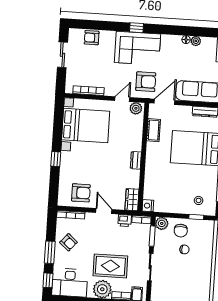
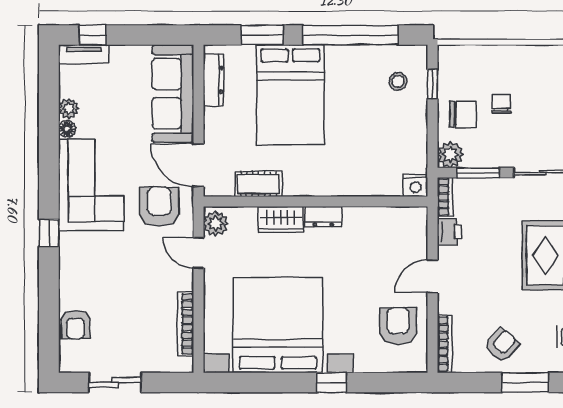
corner sofa: (138, 48) -> (91, 185), moved
bed with nightstands: (86, 126) -> (278, 325), width x1.36
wardrobe: (132, 200) -> (281, 219), moved

